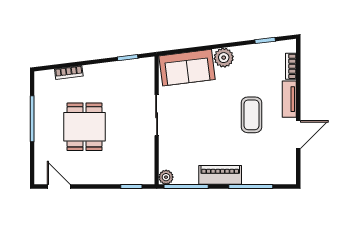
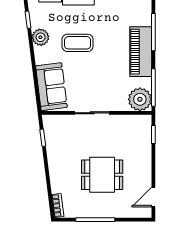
plant: (224, 58) -> (40, 37), moved
bookcase: (69, 72) -> (58, 206), moved
coffee table: (252, 115) -> (78, 43), moved
piano: (220, 175) -> (141, 52), width x1.37, depth x1.33
plant: (166, 177) -> (140, 99), width x1.88, depth x1.88

